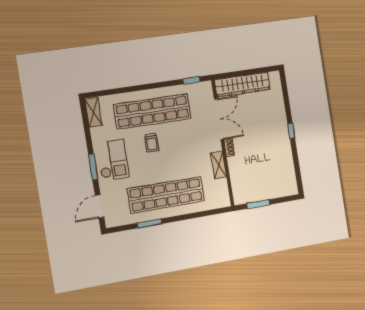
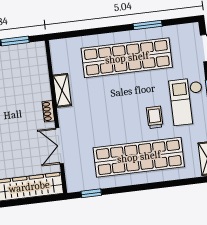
double door: (219, 119) -> (59, 146), width x0.73
trolley: (152, 143) -> (155, 117), moved

